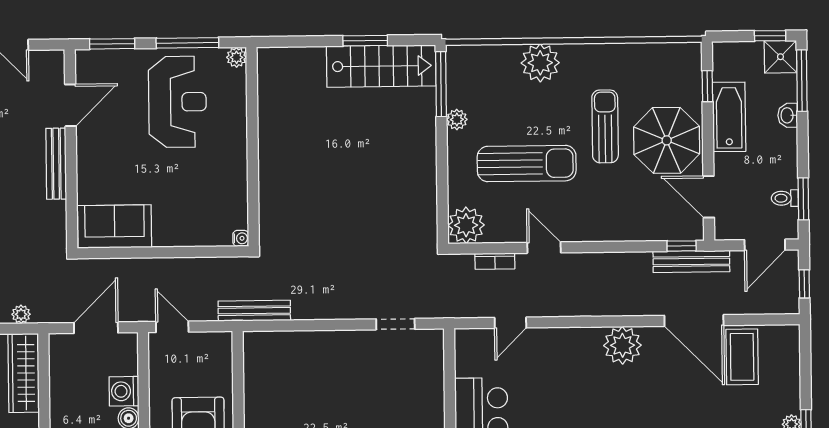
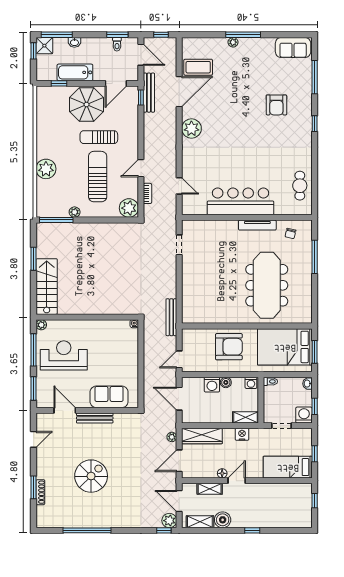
stairs: (381, 66) -> (47, 287), moved
sun lounger: (605, 126) -> (99, 137), moved
sofa: (115, 227) -> (109, 397), moved, turned 90

